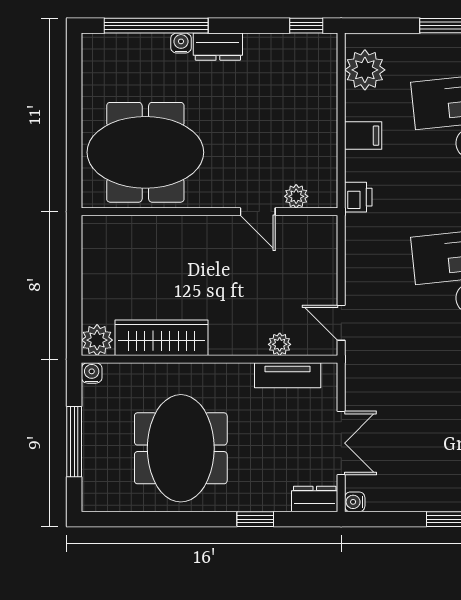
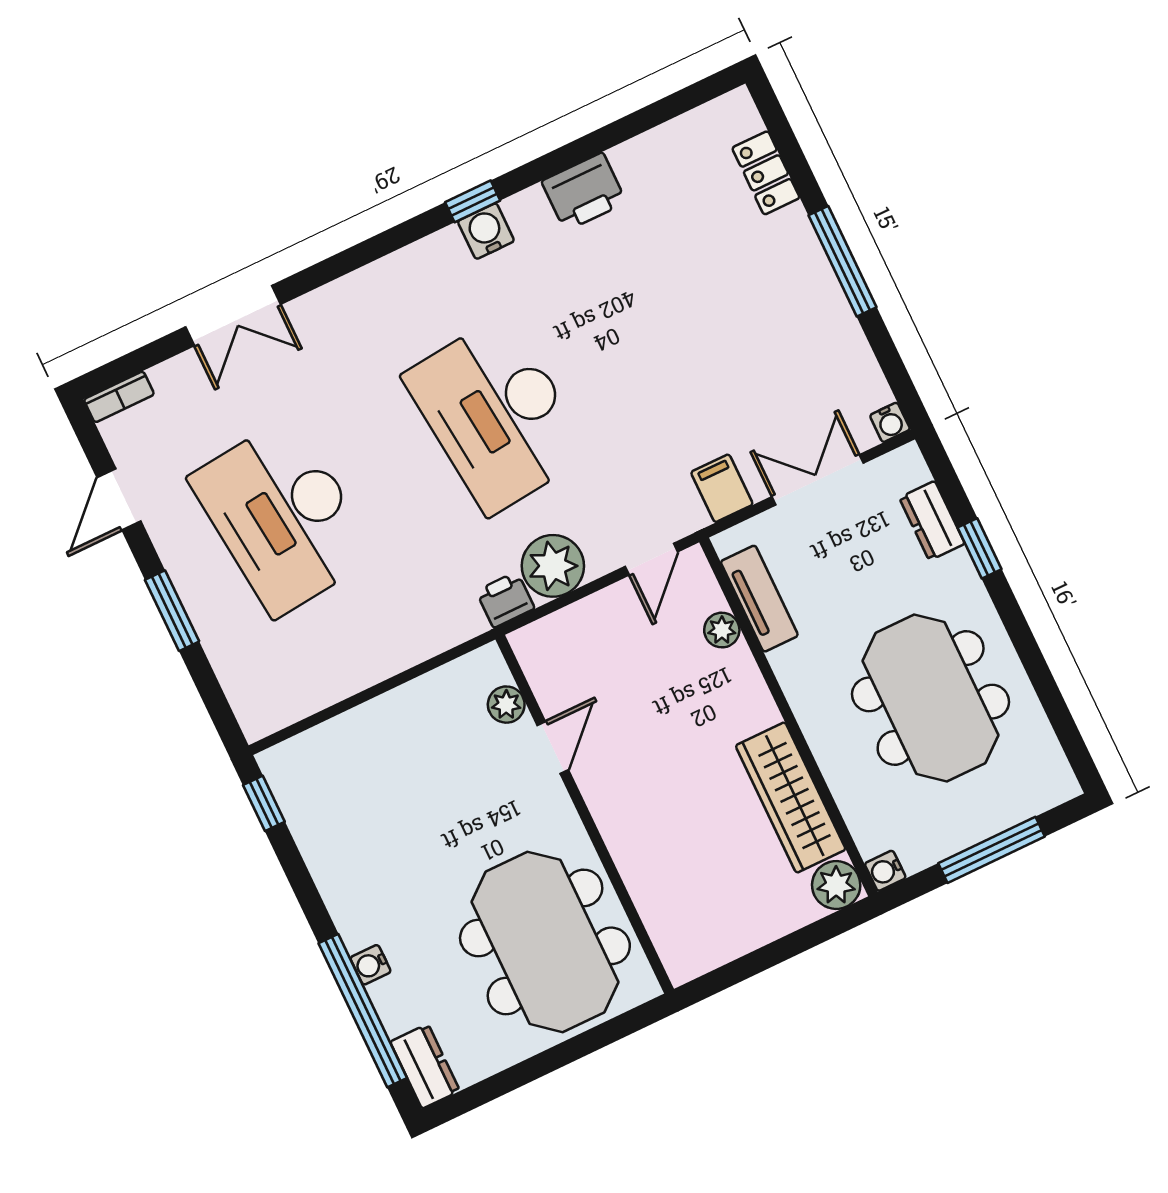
dresser: (218, 47) -> (425, 1066), moved
plant: (365, 70) -> (553, 566), moved
filing cabinet: (363, 136) -> (722, 488), moved
printer: (358, 197) -> (505, 600), moved
meeting table: (181, 448) -> (931, 698), turned 90
dresser: (315, 499) -> (932, 521), moved

